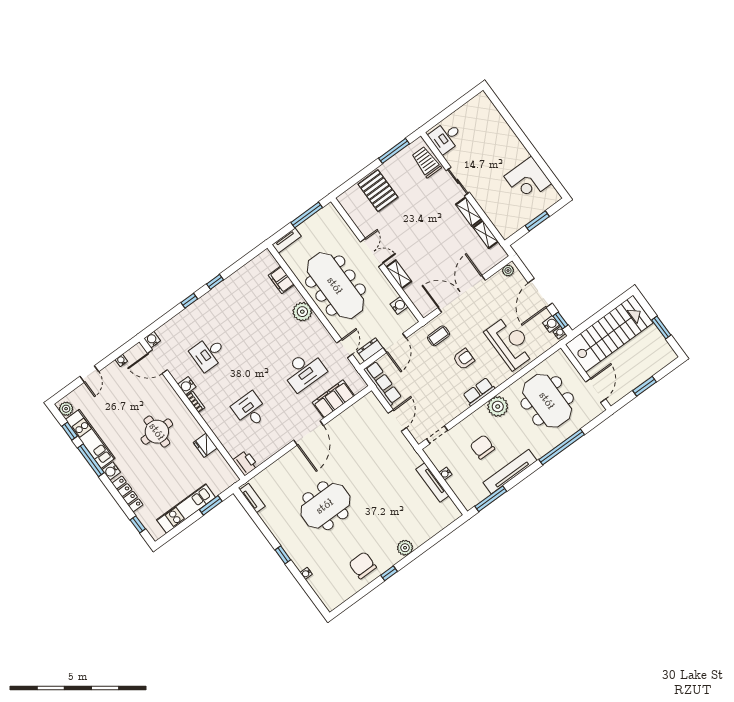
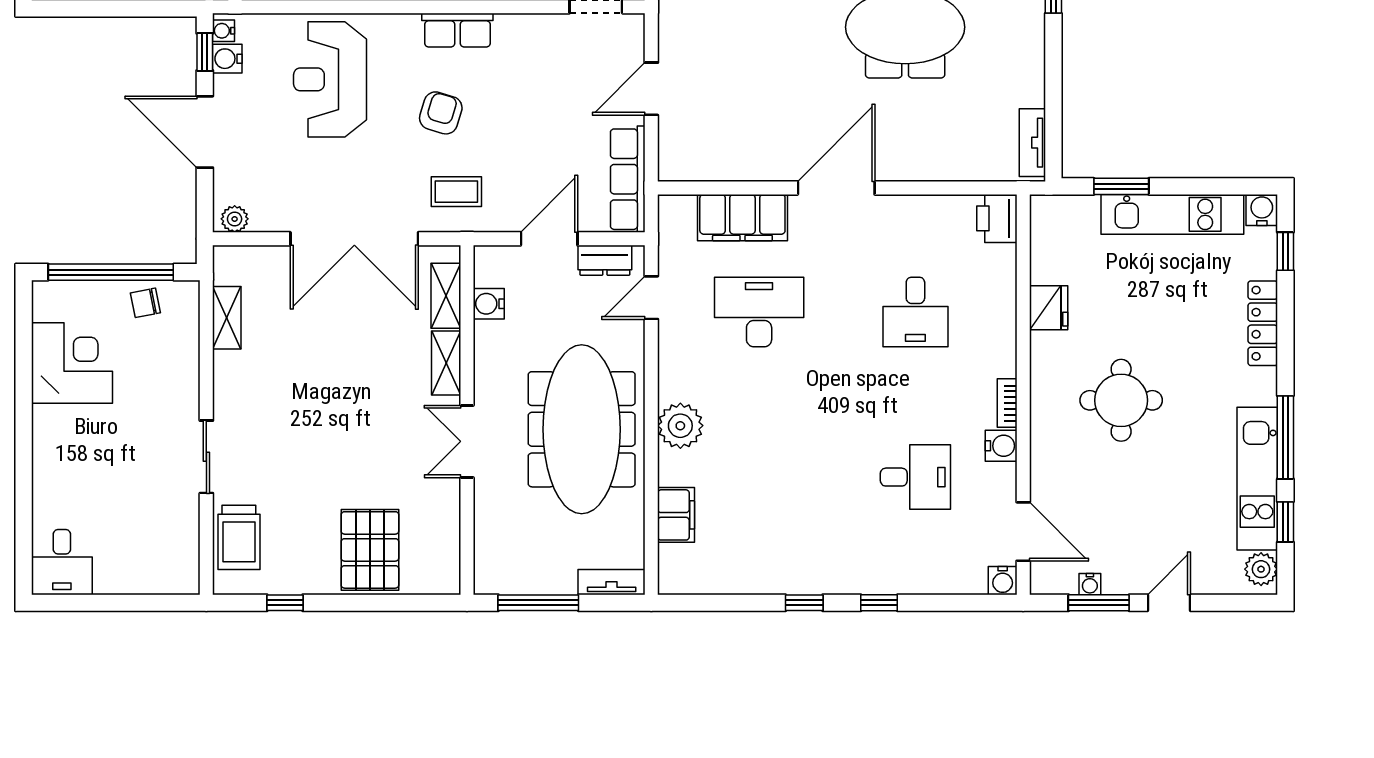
desk: (446, 137) -> (62, 562), moved, turned 90
window: (394, 151) -> (285, 603), width x0.46
shelving: (469, 212) -> (446, 296), moved
chair: (518, 219) -> (145, 303), added
window: (537, 221) -> (111, 272), width x2.11
door: (540, 293) -> (205, 132), swing flipped
window: (114, 356) -> (1099, 603), added
armchair: (464, 359) -> (441, 113), turned 107
water cooler: (111, 471) -> (1262, 210), moved, turned -90

